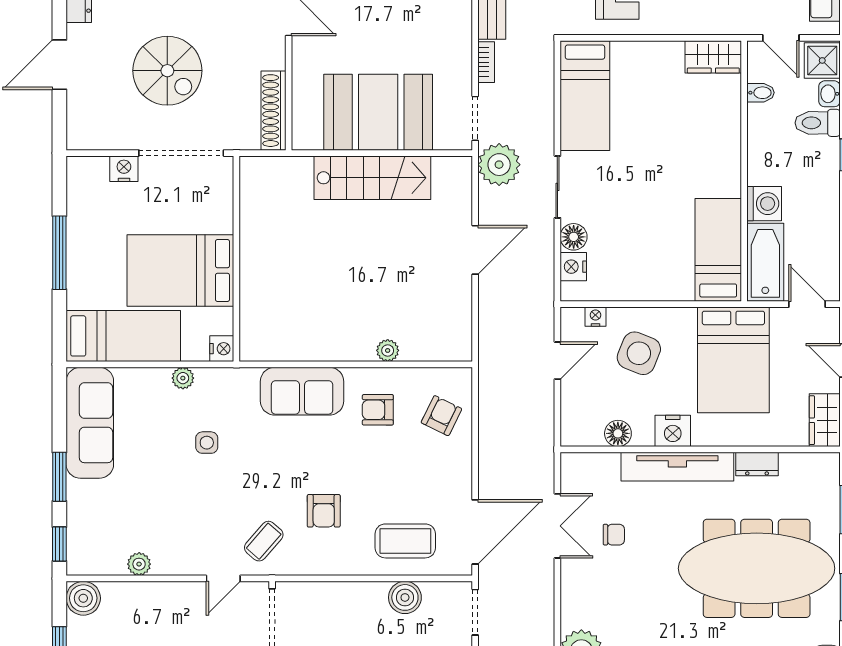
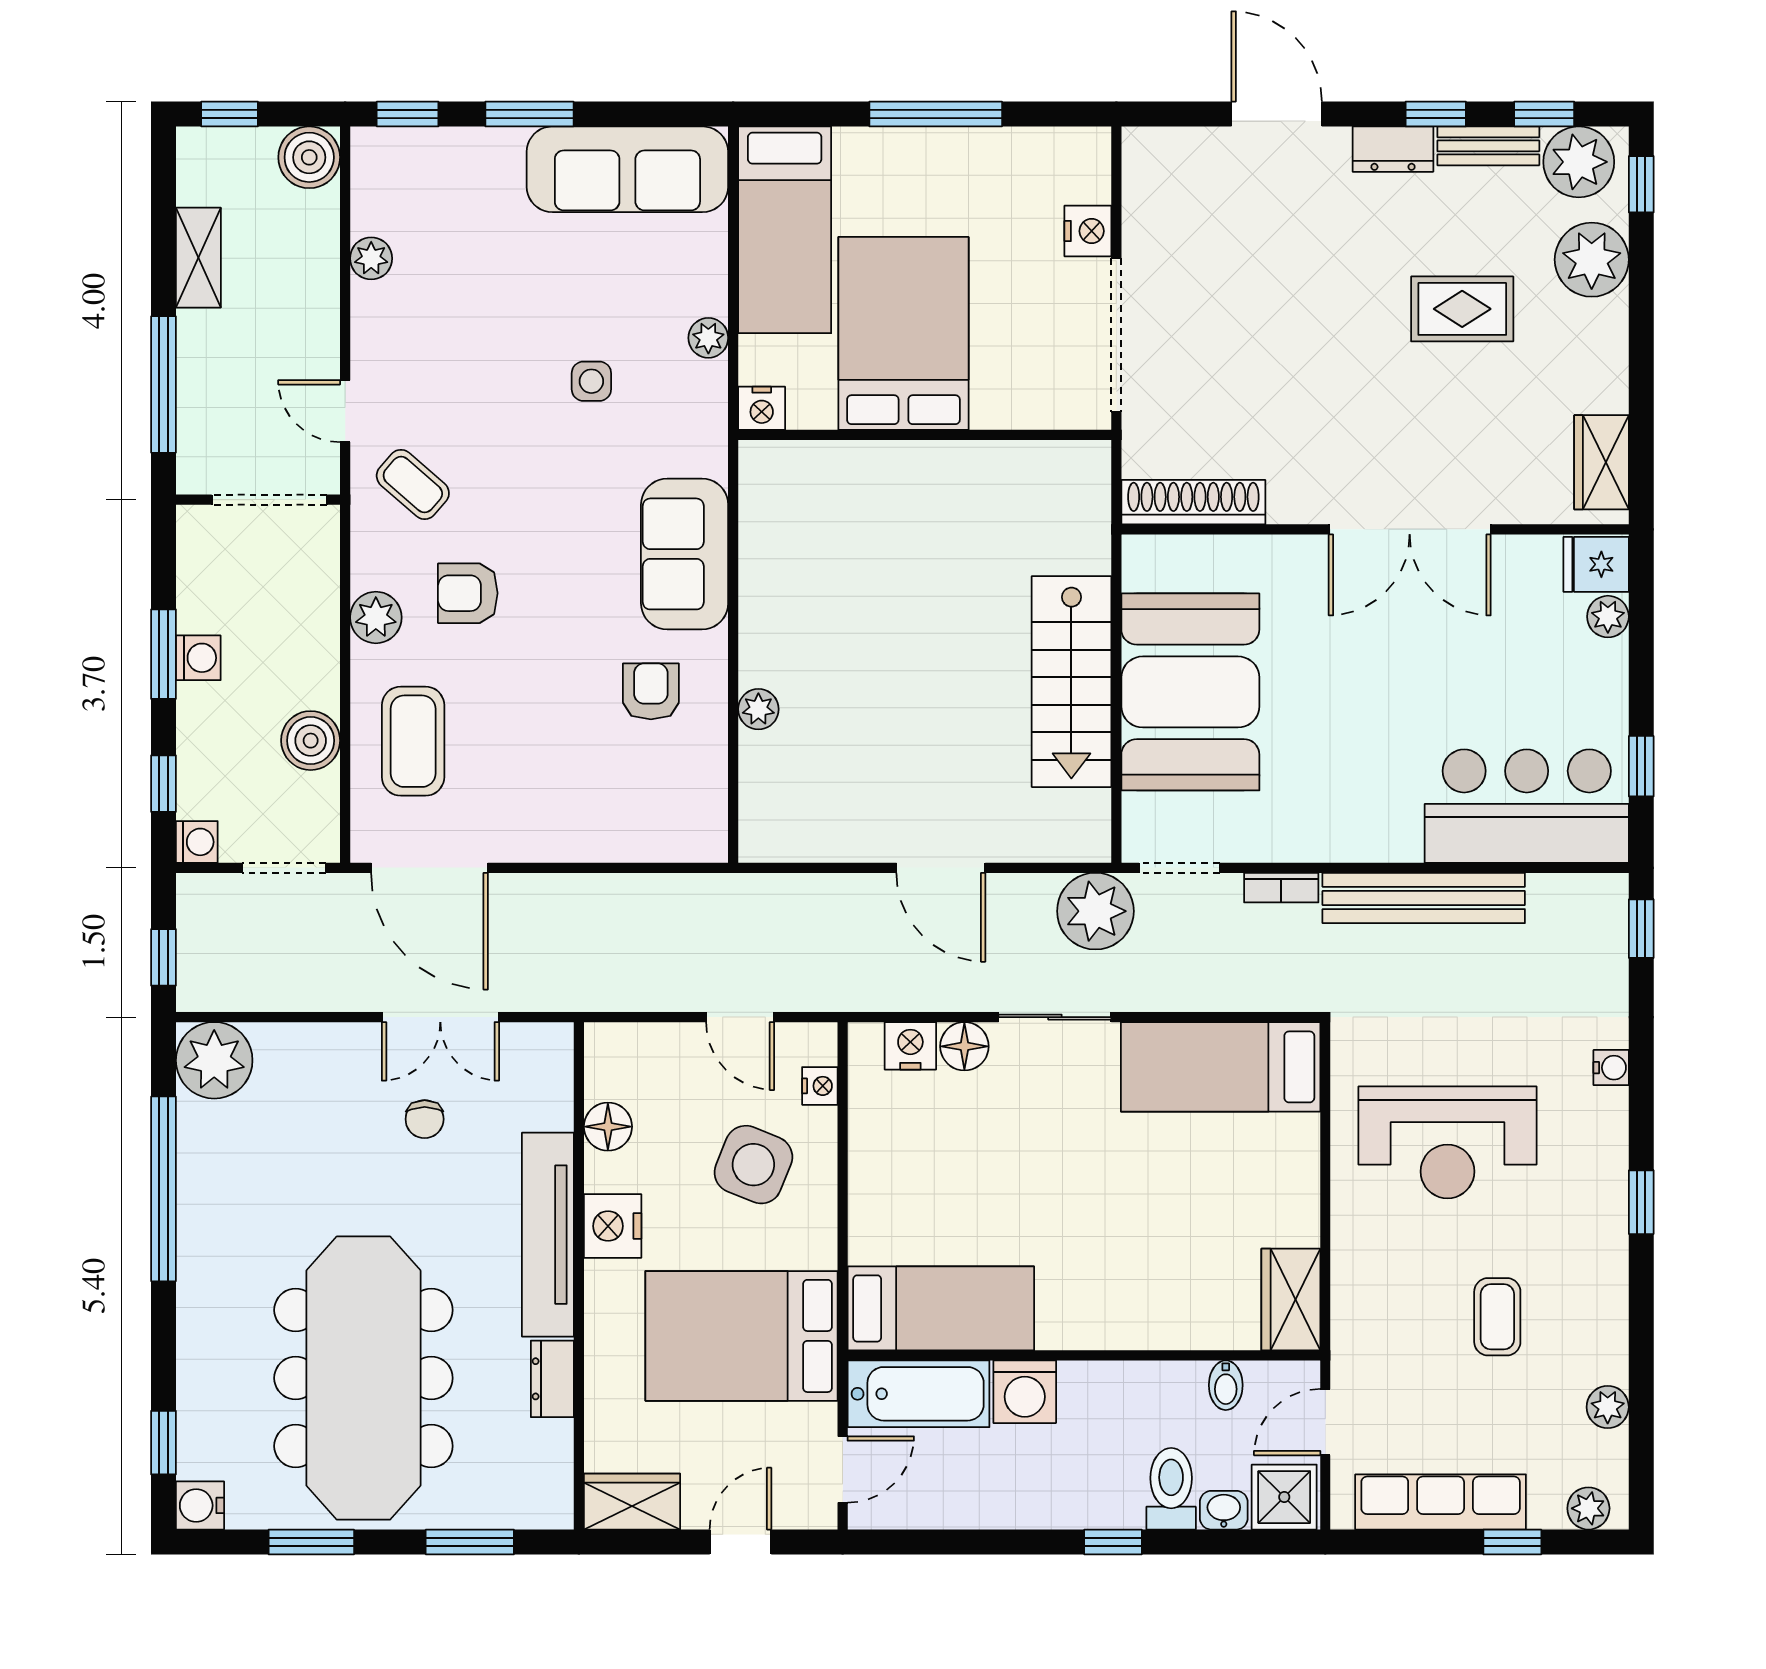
spiral stairs: (167, 71) -> (1266, 310), removed
armchair: (441, 416) -> (640, 807), removed
plant: (337, 561) -> (376, 617), added

